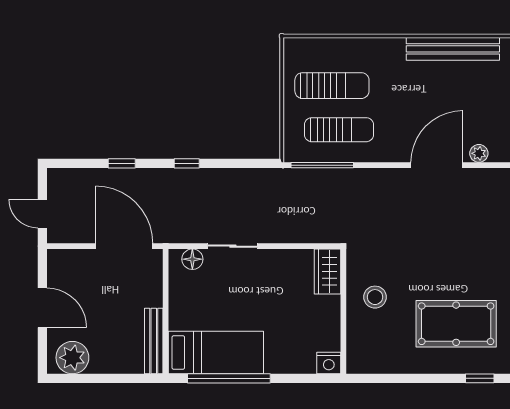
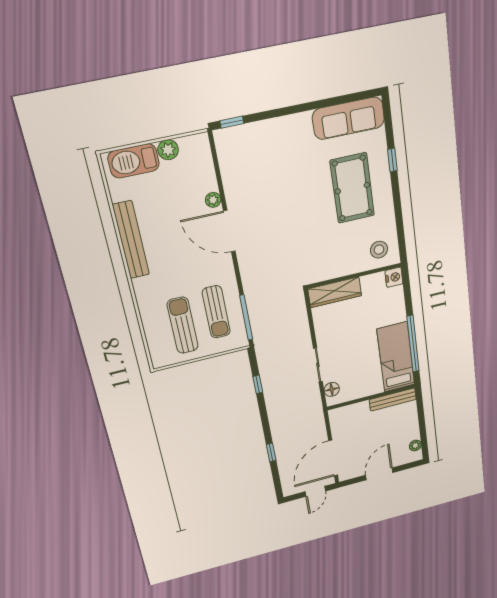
sun lounger: (339, 130) -> (216, 312), turned 180
window: (187, 163) -> (258, 384), moved
door: (124, 246) -> (333, 458), moved
wardrobe: (328, 272) -> (335, 292), width x1.50
stool: (375, 297) -> (379, 250), moved
plant: (72, 358) -> (415, 445), width x0.53, depth x0.53

